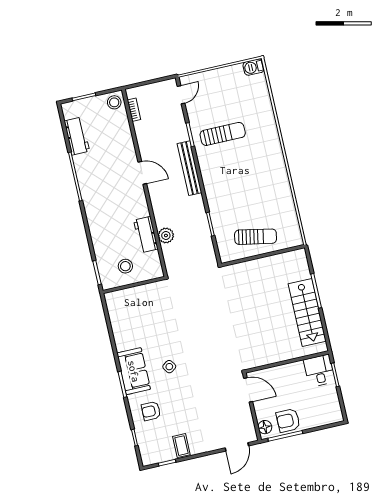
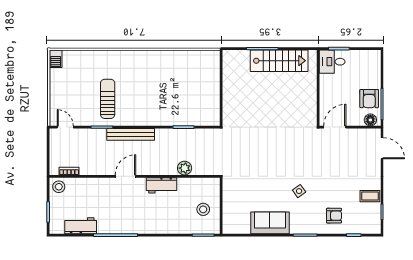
workbench: (146, 235) -> (162, 185), moved
sun lounger: (256, 237) -> (203, 91), removed
sofa: (134, 371) -> (270, 223), moved
armchair: (151, 411) -> (334, 216), turned -90

